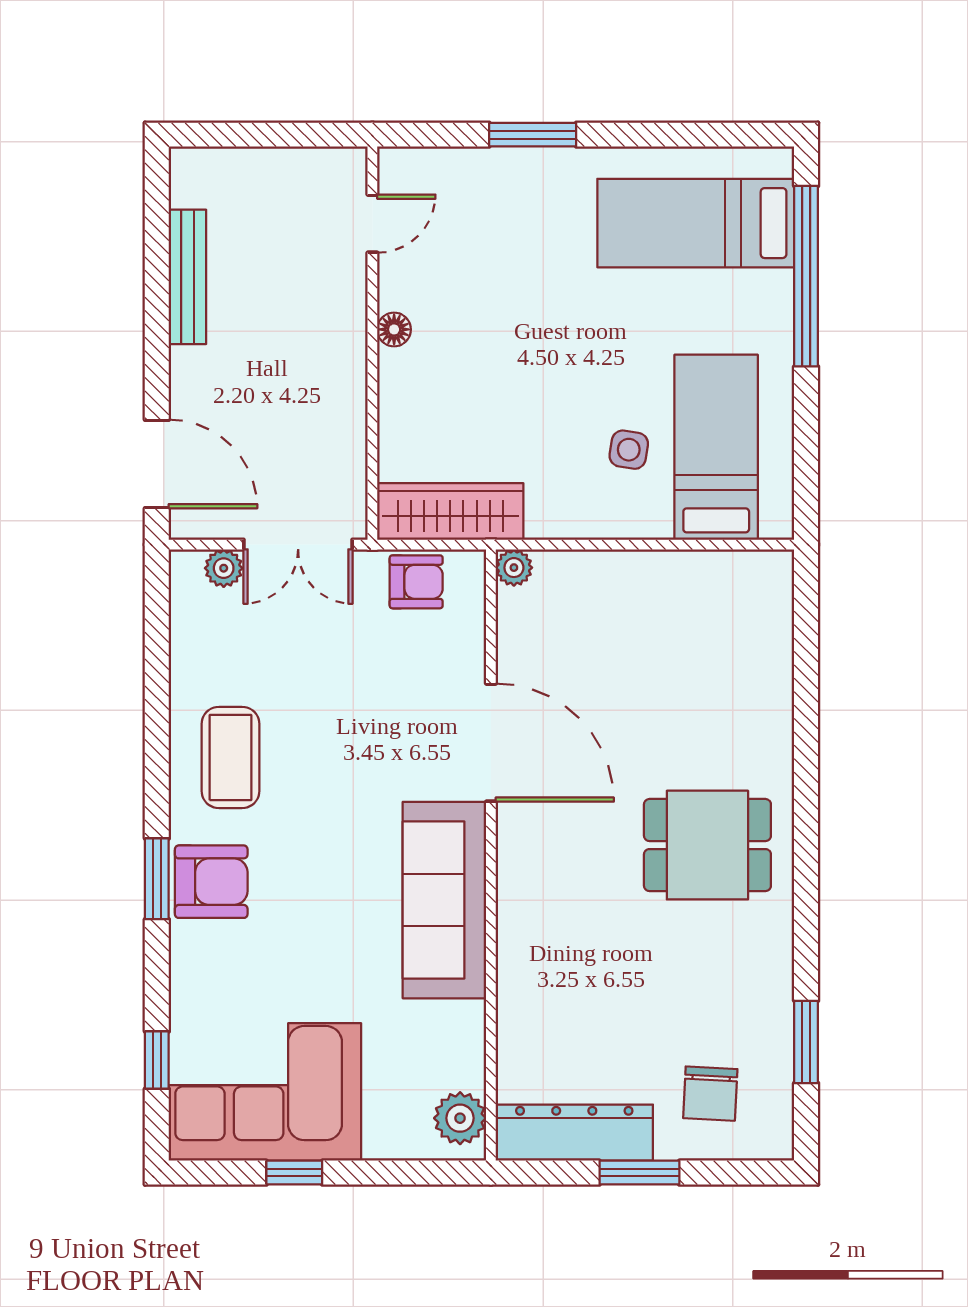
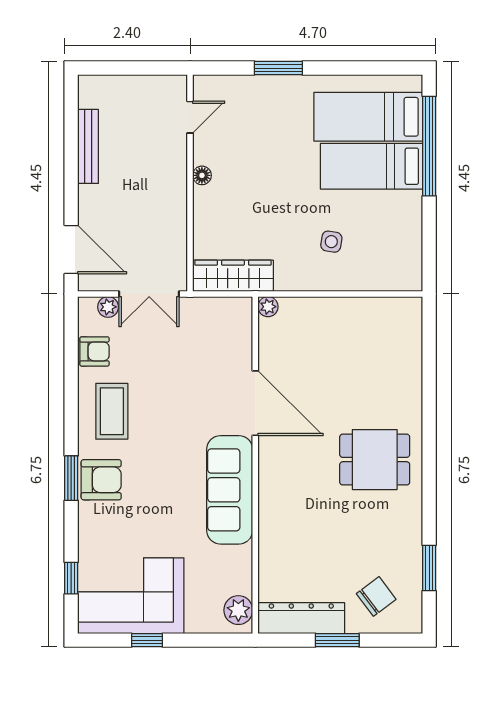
bed: (716, 447) -> (371, 166), moved, turned -90
armchair: (416, 582) -> (94, 351), moved
chair: (710, 1094) -> (376, 596), turned -130

